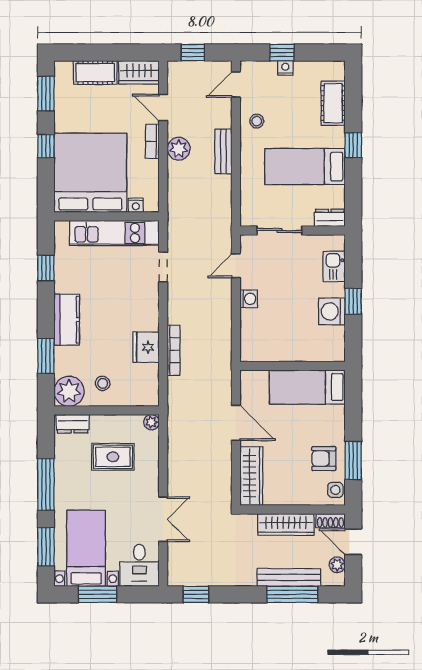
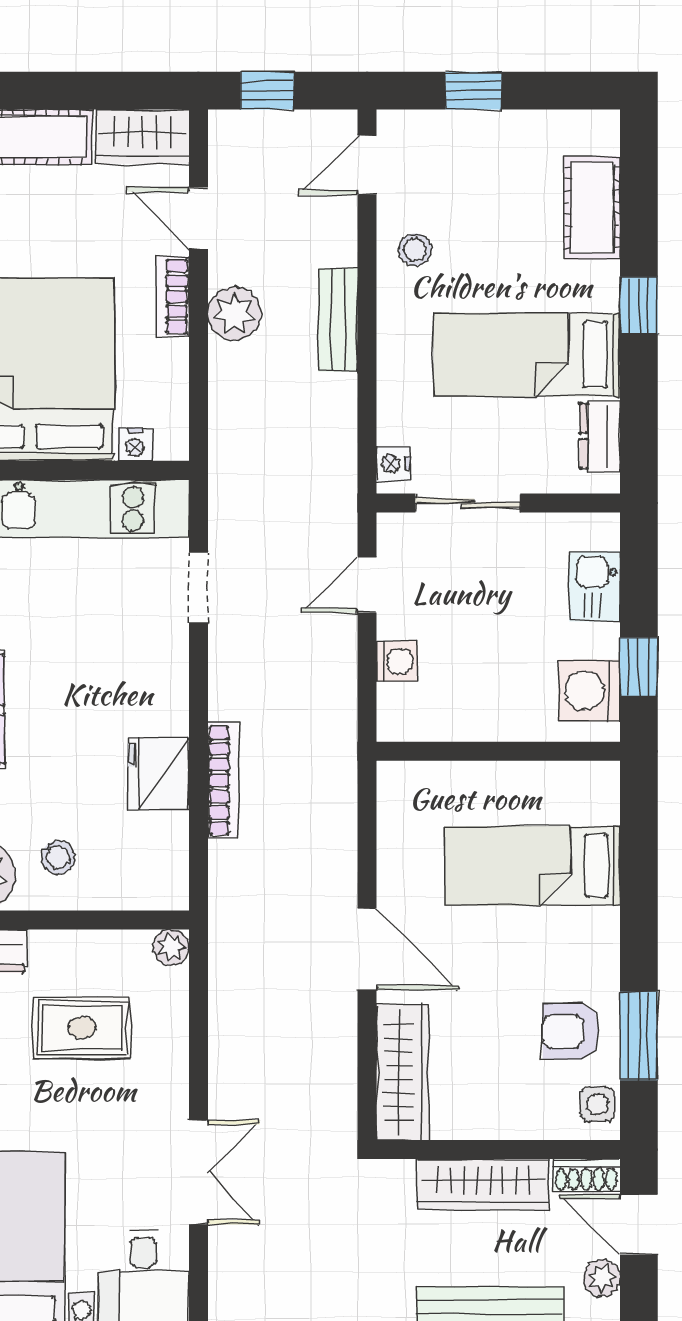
nightstand: (285, 68) -> (393, 463), moved, turned -90
dresser: (330, 218) -> (600, 436), moved, turned -90
wall: (293, 366) -> (498, 751), moved

